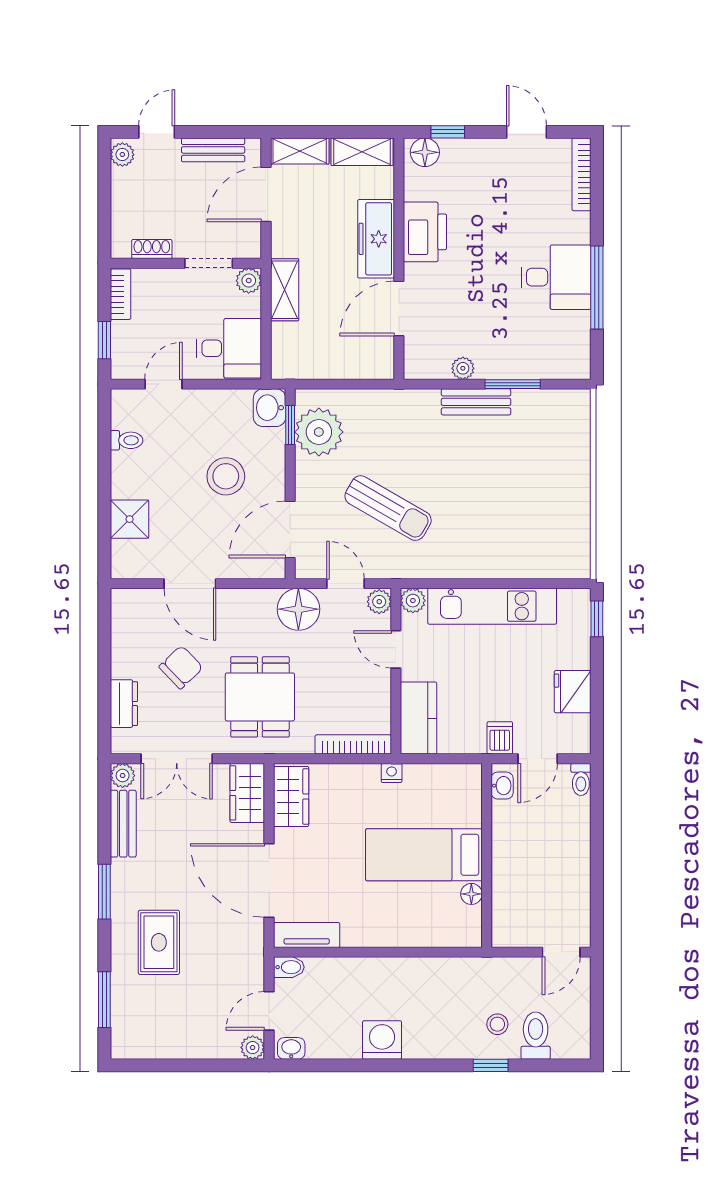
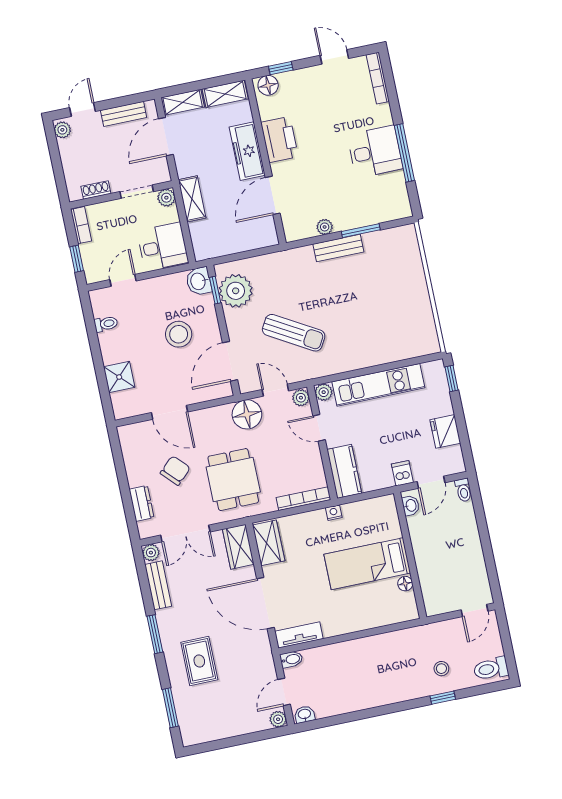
toilet: (536, 1036) -> (491, 669), moved, turned -90
washing machine: (382, 1040) -> (365, 696), removed

